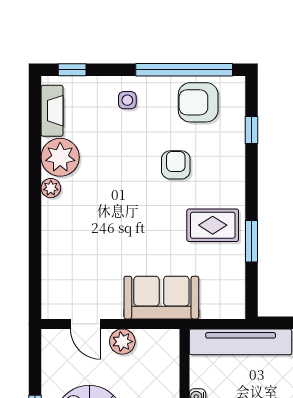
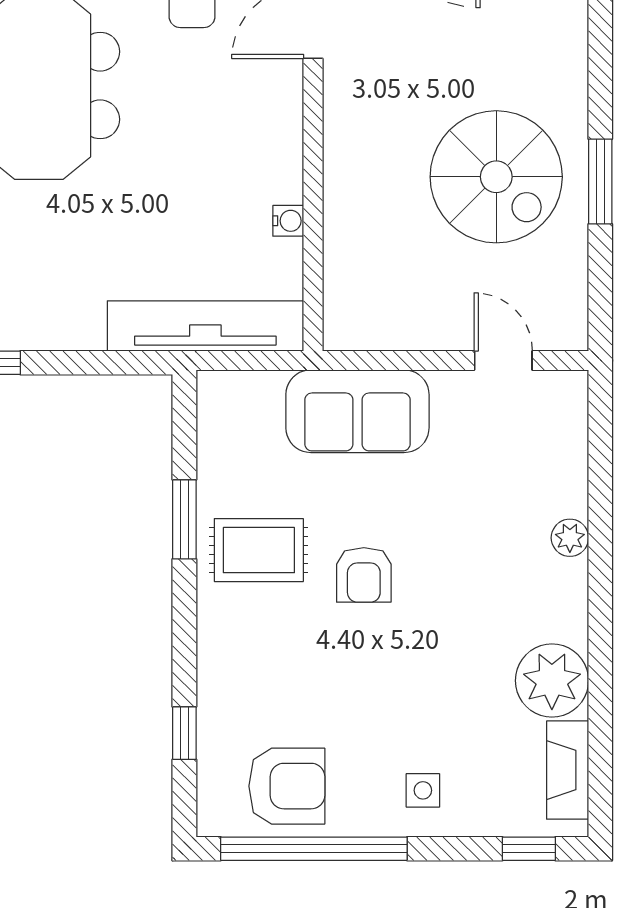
armchair: (176, 165) -> (364, 575), moved
plant: (51, 188) -> (570, 538), moved
plant: (122, 342) -> (433, 327), removed

